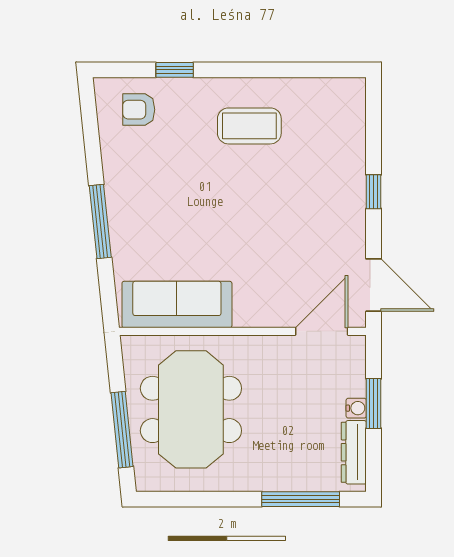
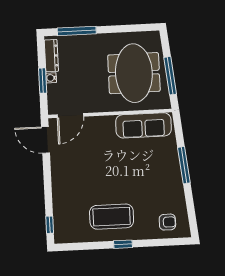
window: (175, 70) -> (123, 244), moved
coffee table: (249, 126) -> (112, 217), width x1.36, depth x1.32
window: (374, 192) -> (50, 225), moved
window: (122, 430) -> (170, 76), moved

